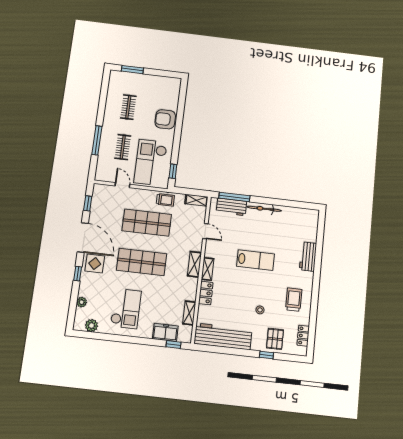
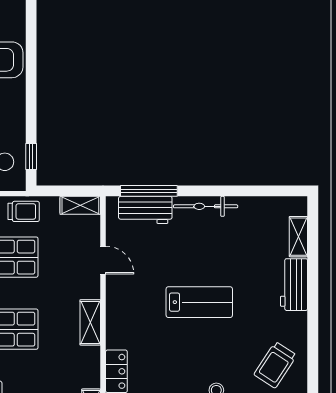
shelving: (208, 269) -> (298, 237), moved
trolley: (294, 300) -> (275, 365), turned -147

